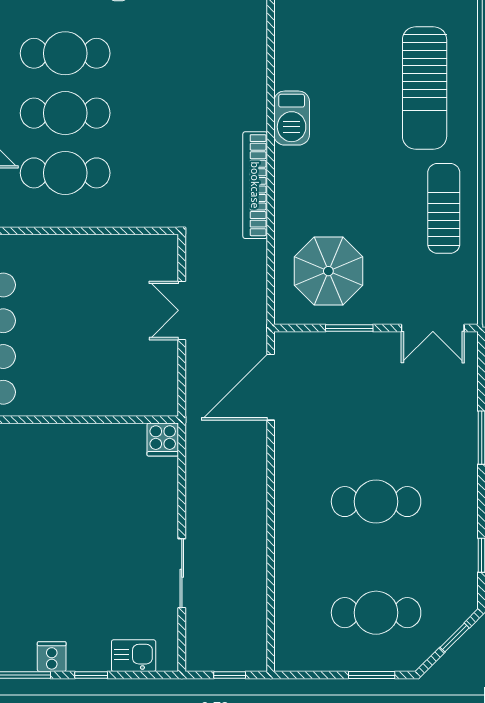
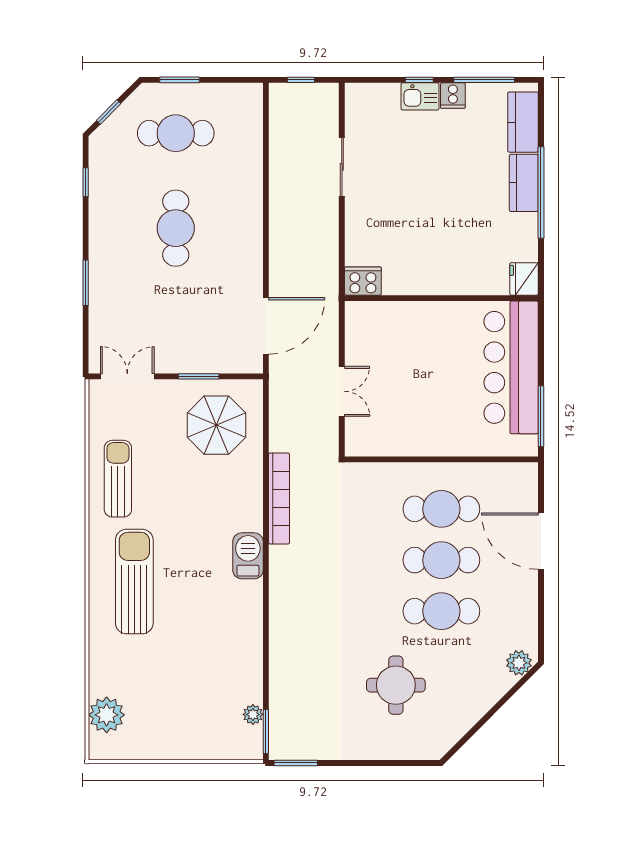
sun lounger: (444, 208) -> (118, 479), turned 180
cooker: (163, 440) -> (363, 281), width x1.36
cafe table: (376, 502) -> (176, 228), turned 90
kitchen sink: (134, 656) -> (420, 96), moved

